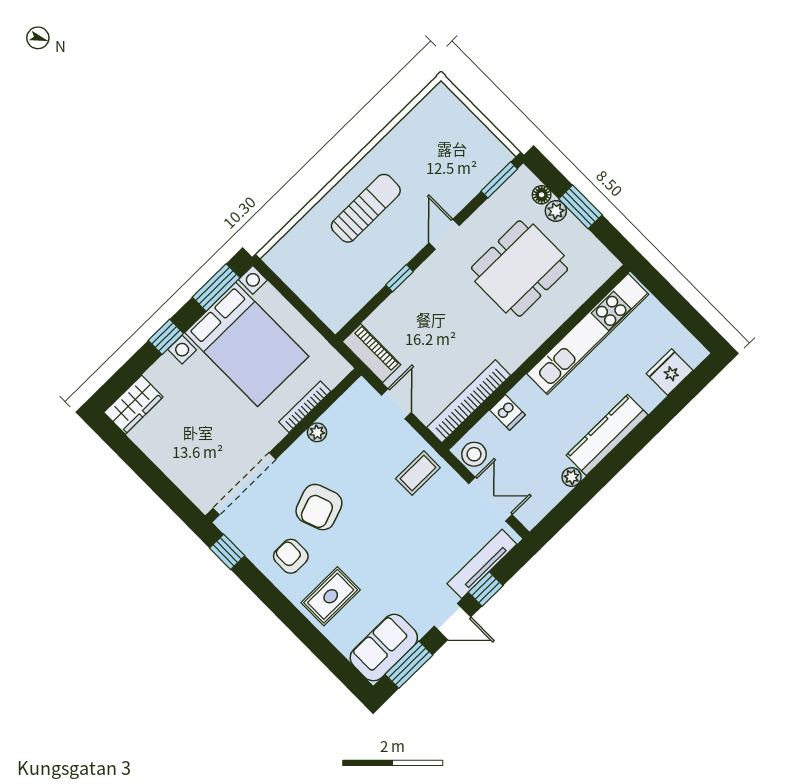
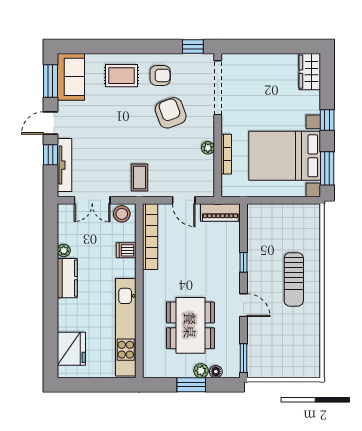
fridge: (670, 372) -> (71, 349), width x1.36, depth x1.34
kitchen counter: (607, 435) -> (67, 278), width x0.67
rug: (331, 596) -> (121, 76), turned 90

